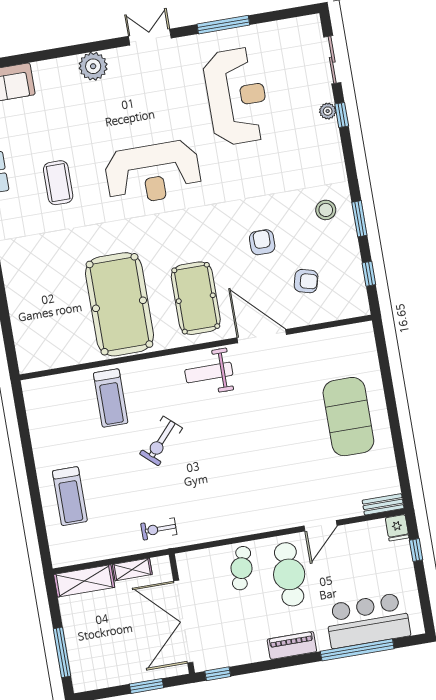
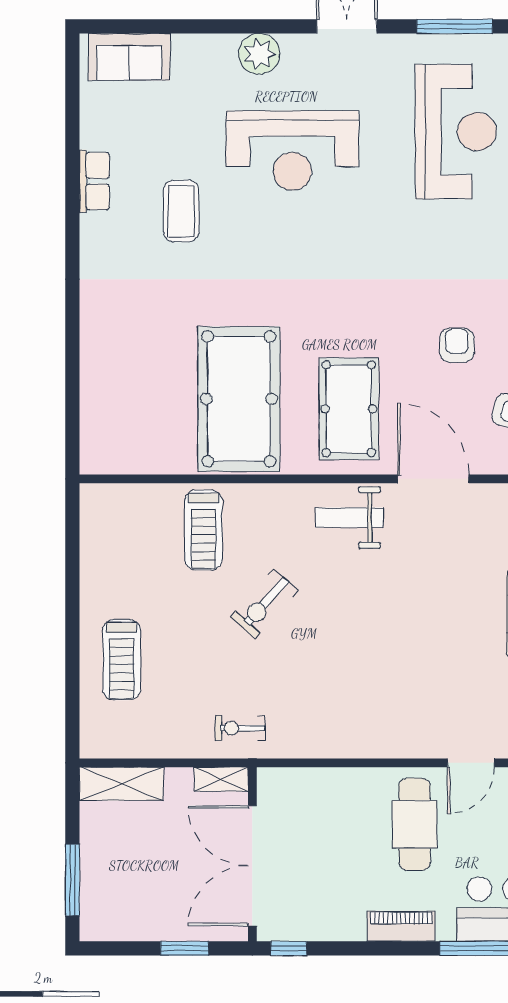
reception desk: (153, 173) -> (292, 151), moved
cafe table: (242, 568) -> (348, 804), removed
shelving: (132, 569) -> (221, 779), moved

